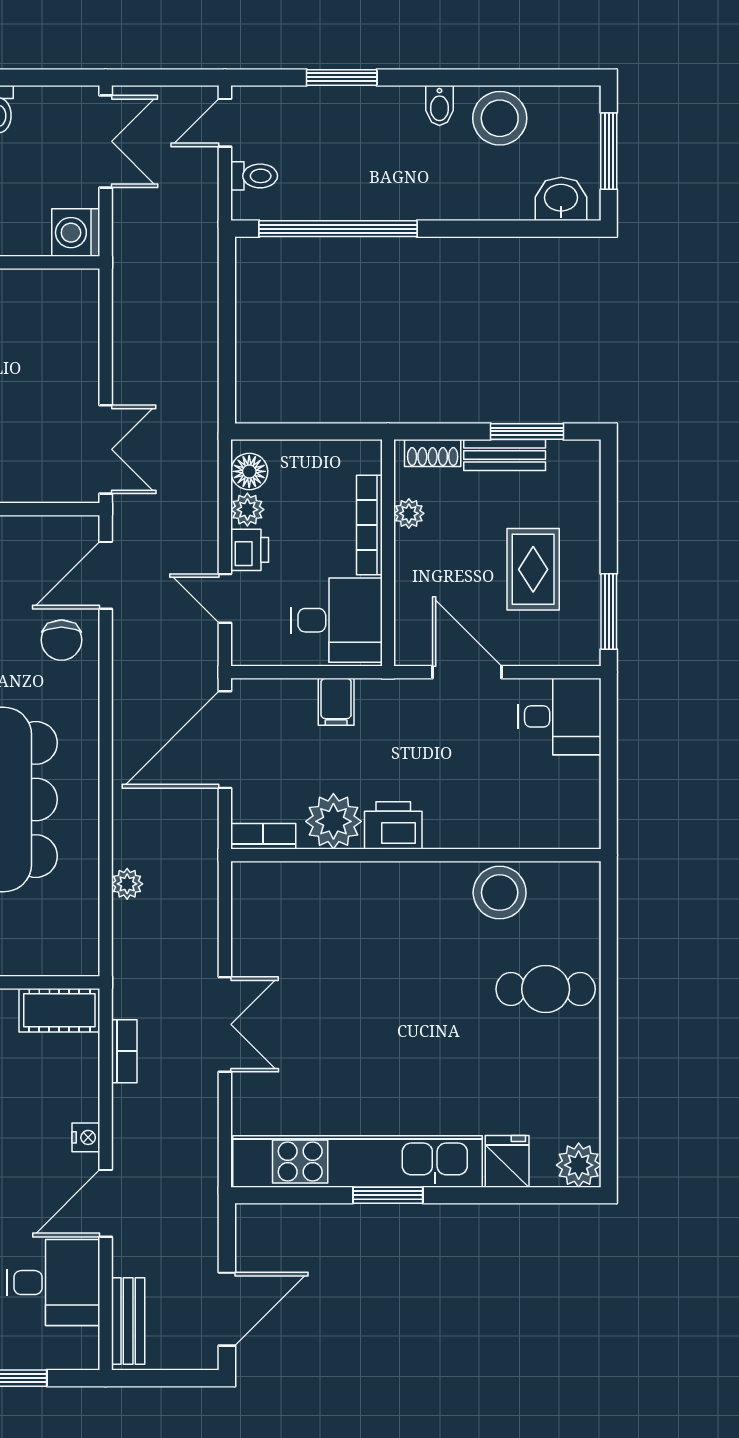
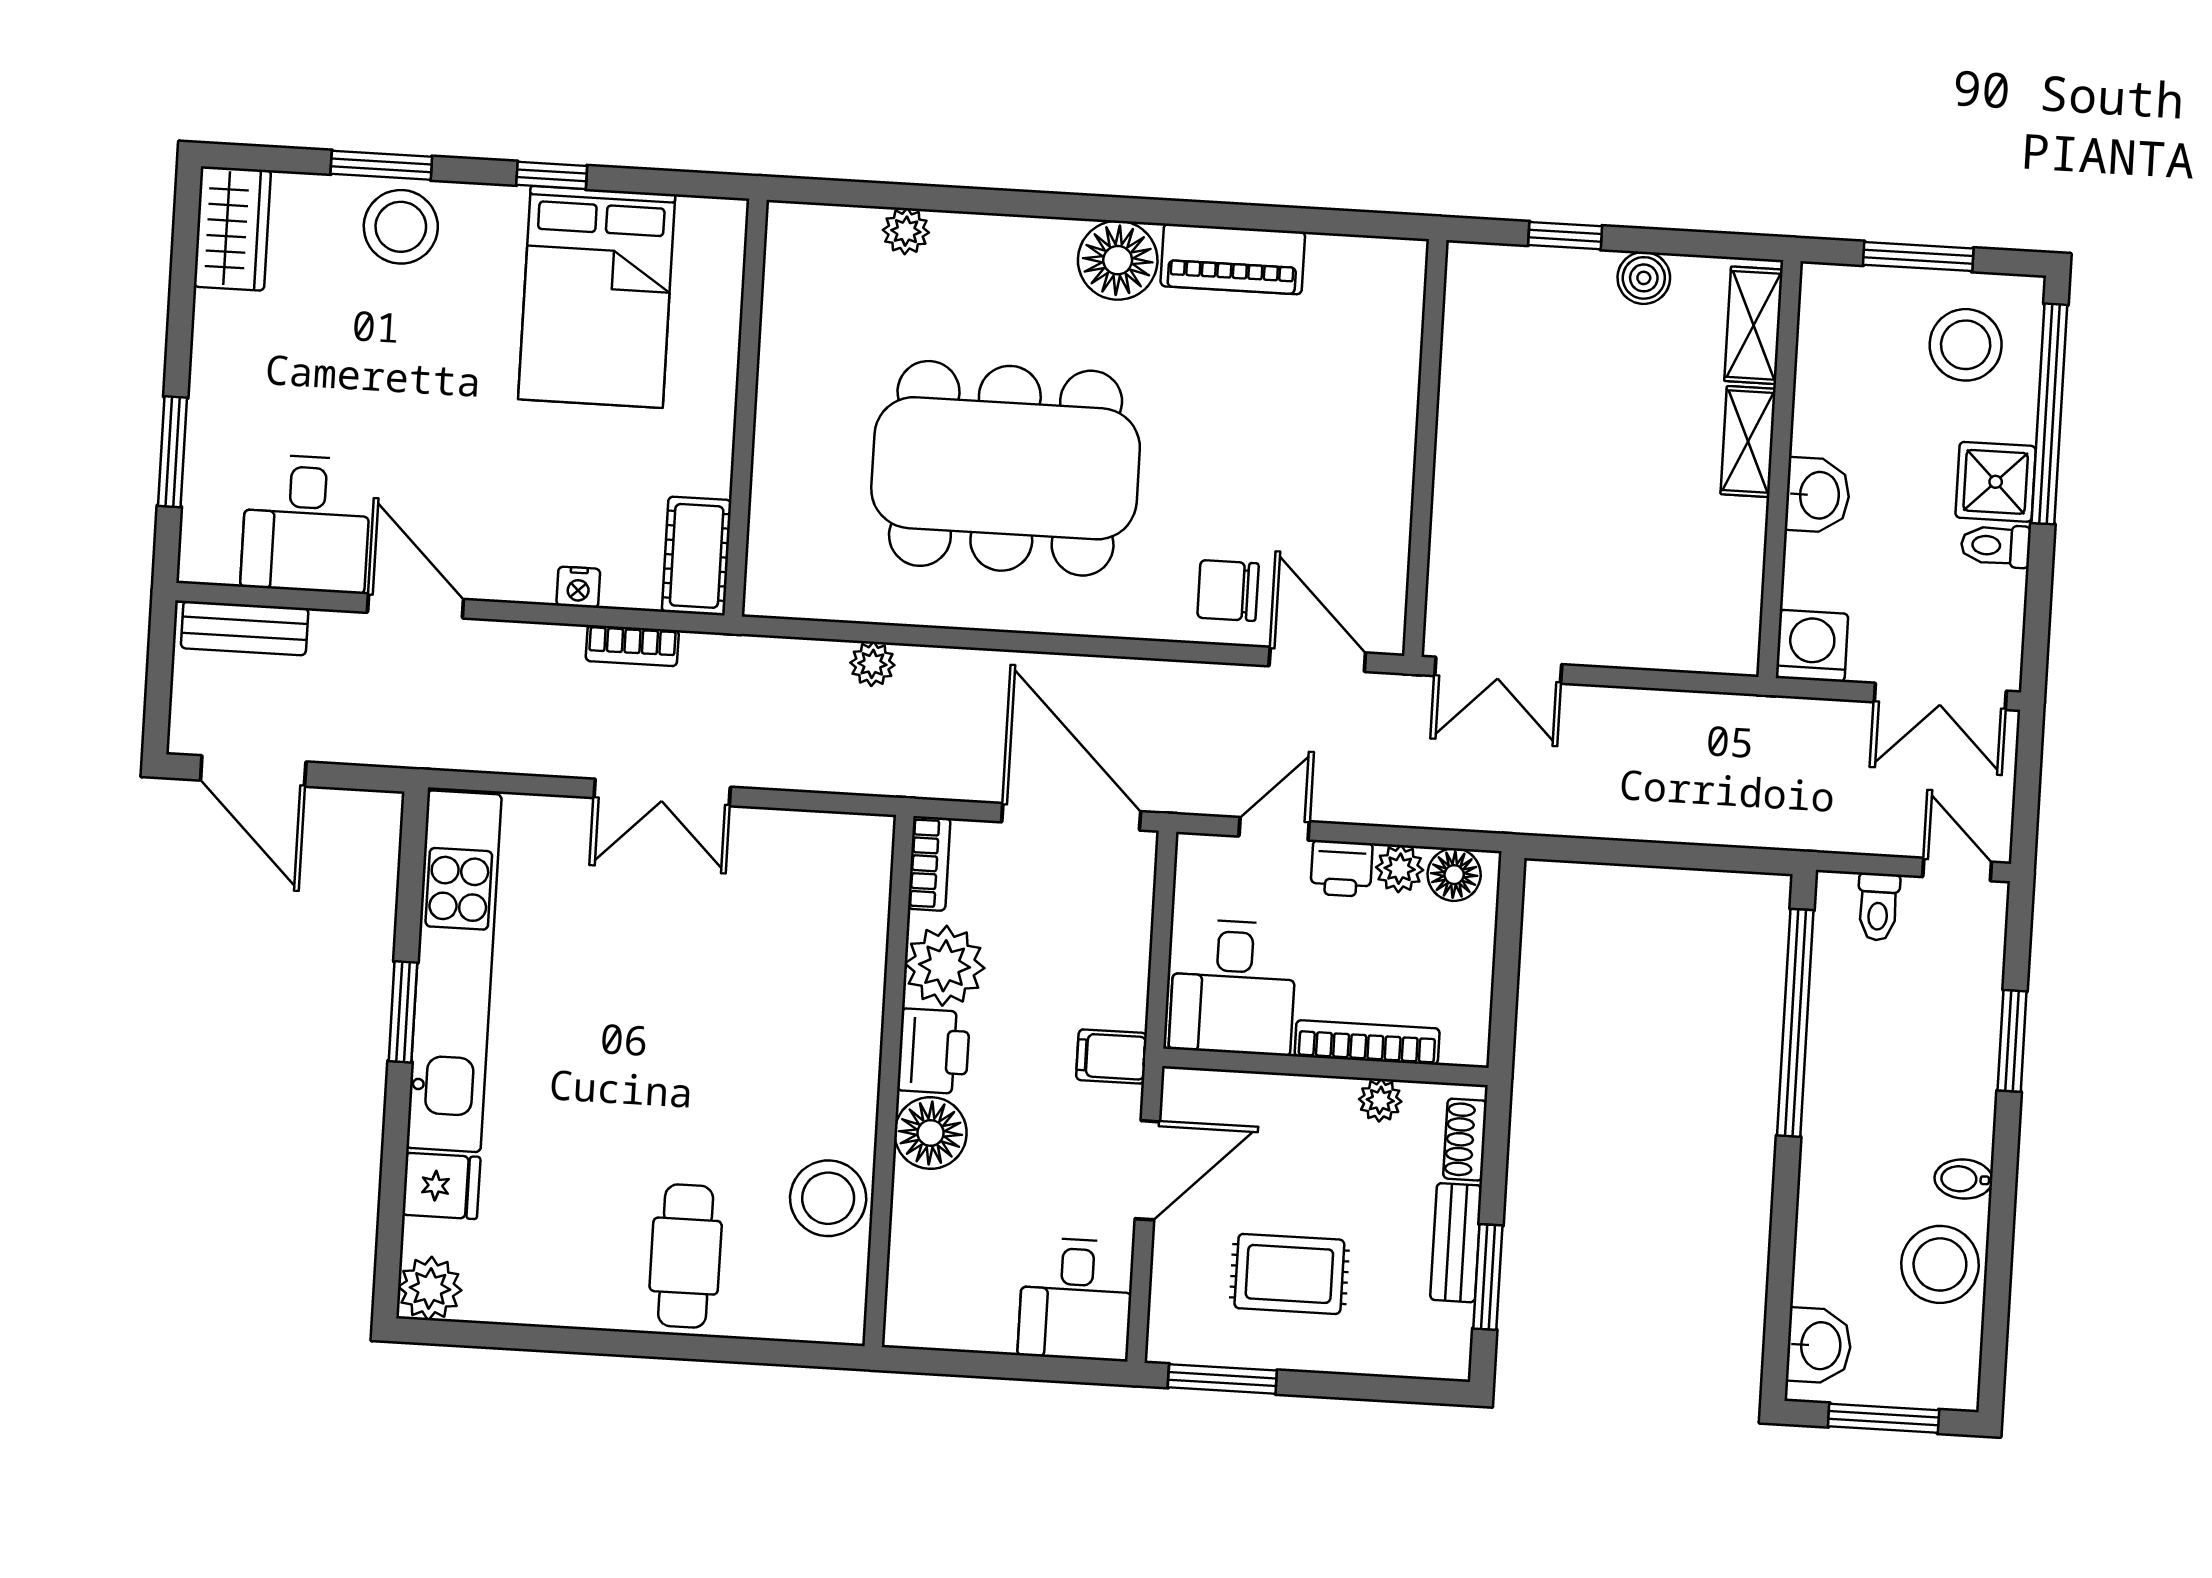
filing cabinet: (336, 702) -> (1111, 1057), moved
floor lamp: (450, 824) -> (931, 1133), added
nightstand: (86, 1137) -> (578, 587), moved

